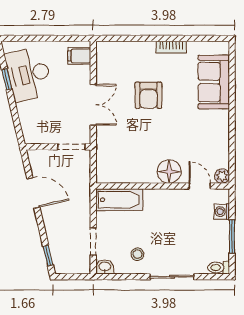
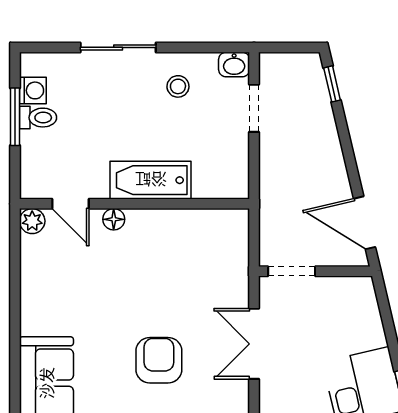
floor lamp: (169, 172) -> (114, 219), width x0.53, depth x0.53
door: (33, 193) -> (365, 223), moved
bathtub: (119, 200) -> (151, 180), moved
washing machine: (222, 212) -> (33, 90), moved
toilet: (219, 268) -> (38, 118), moved

